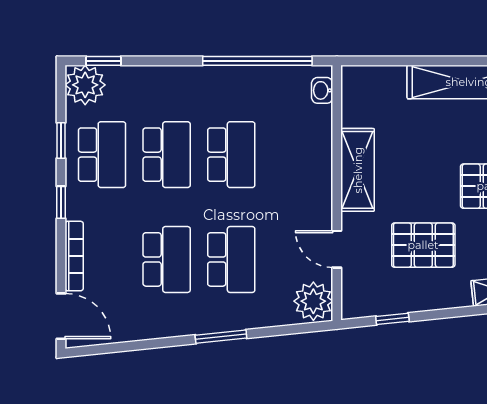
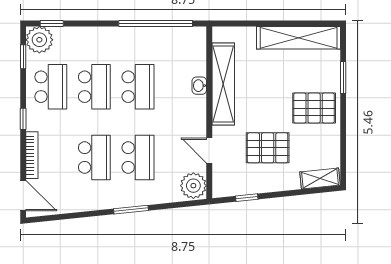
washbasin: (322, 90) -> (199, 86), moved
window: (61, 140) -> (23, 57), moved
shelving: (358, 170) -> (223, 84), width x1.47

